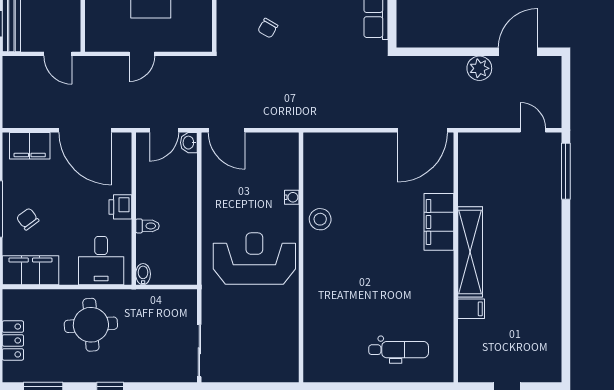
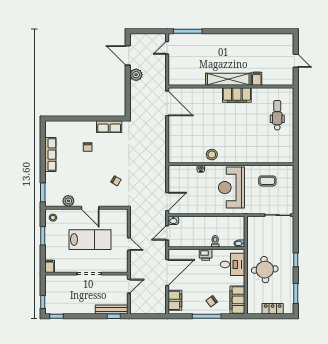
door: (164, 130) -> (167, 233), swing flipped
filing cabinet: (439, 222) -> (237, 95), moved
coffee table: (268, 330) -> (267, 181), added

